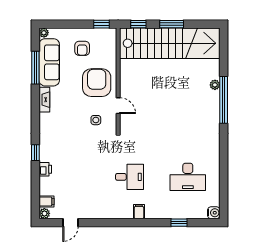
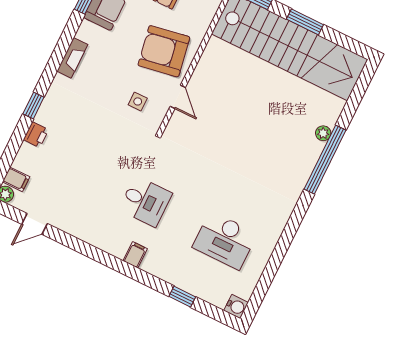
armchair: (97, 83) -> (164, 51), turned -100
fireplace: (44, 100) -> (72, 58), moved

